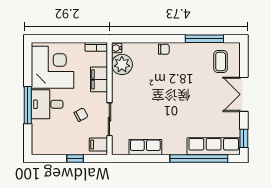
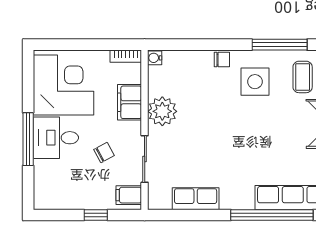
plant: (122, 64) -> (162, 111), moved
side table: (187, 65) -> (255, 82), added

